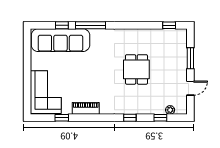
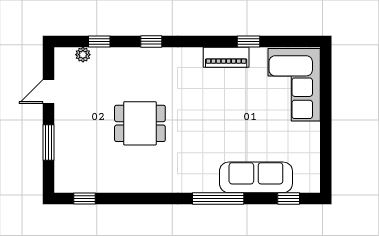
window: (62, 25) -> (289, 198), moved
sofa: (60, 40) -> (256, 177), width x0.74, depth x0.79
dining table: (136, 69) -> (140, 123), turned 90
window: (62, 118) -> (249, 41), moved

